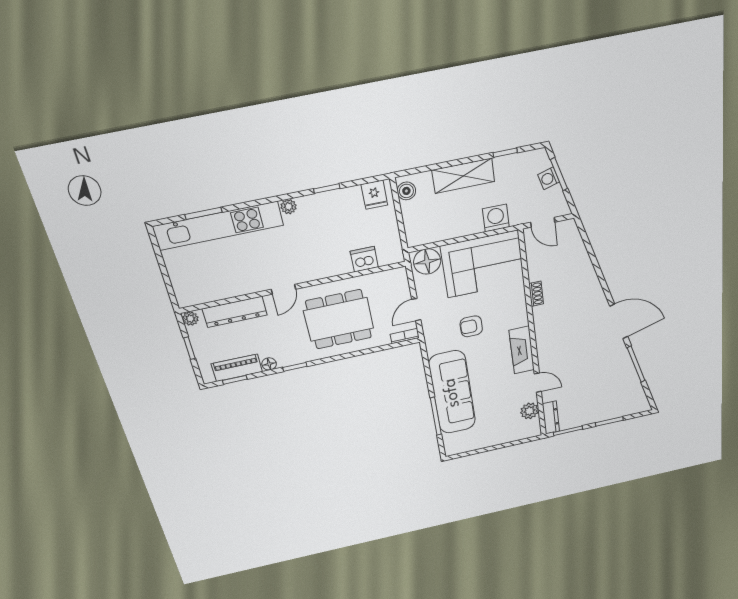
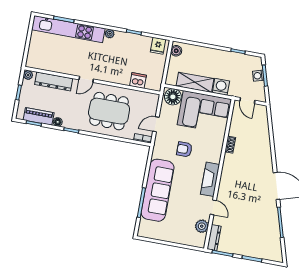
shelving: (463, 176) -> (195, 82), moved

